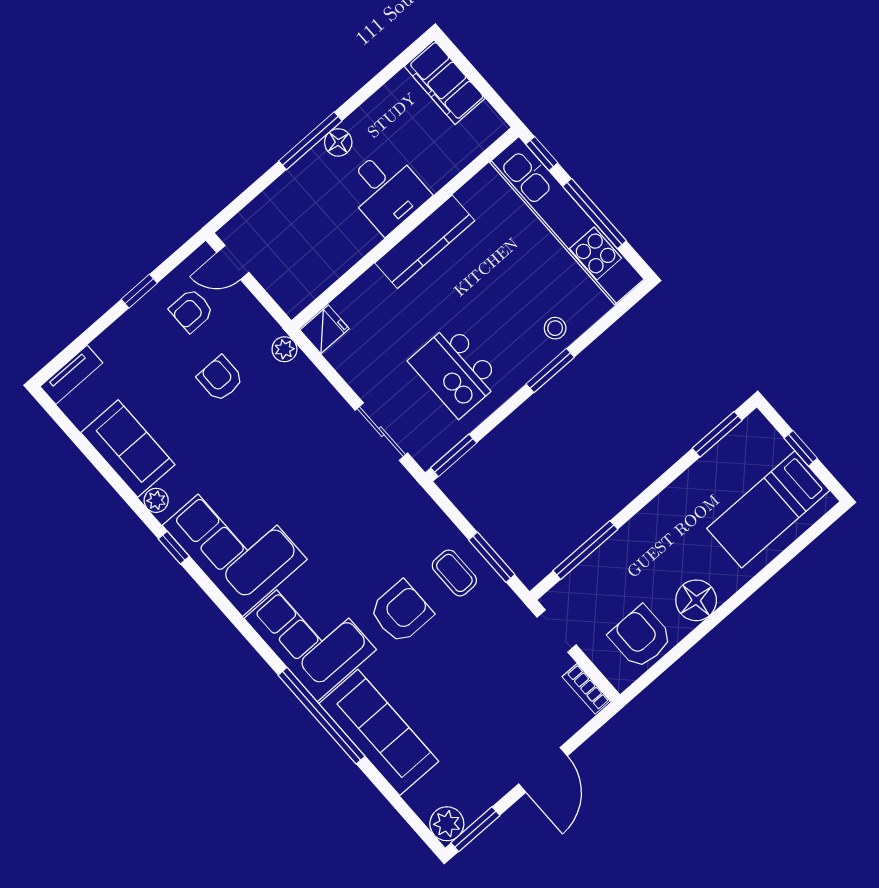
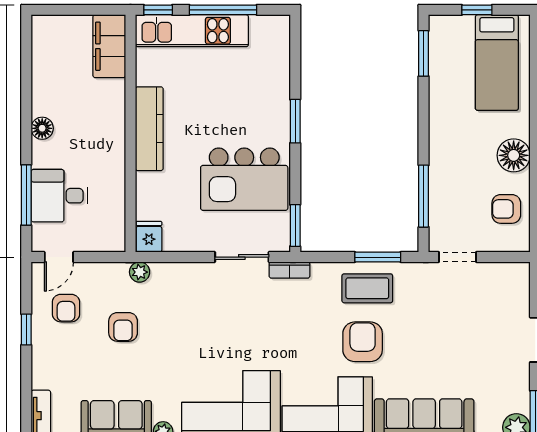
filing cabinet: (445, 82) -> (109, 46), moved, turned 90
window: (310, 141) -> (26, 195), moved
desk: (386, 191) -> (59, 196), moved, turned 180
kitchen unit: (567, 221) -> (192, 31), width x0.73
stool: (555, 328) -> (272, 95), removed
kitchen island: (455, 371) -> (244, 179), width x1.37, depth x1.28
armchair: (220, 379) -> (123, 327), turned -90
coffee table: (454, 573) -> (367, 288), width x1.36, depth x1.30
armchair: (641, 637) -> (506, 209), width x0.72, depth x0.72
bookcase: (586, 689) -> (289, 270), moved

